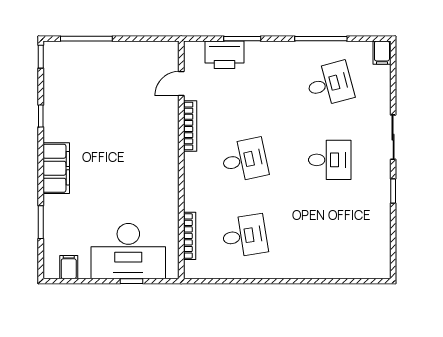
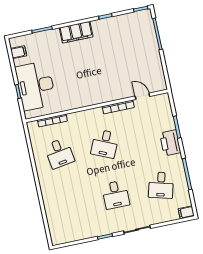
printer: (225, 55) -> (170, 143), moved
desk: (330, 84) -> (161, 185), turned 30
desk: (245, 160) -> (105, 144), turned 36

